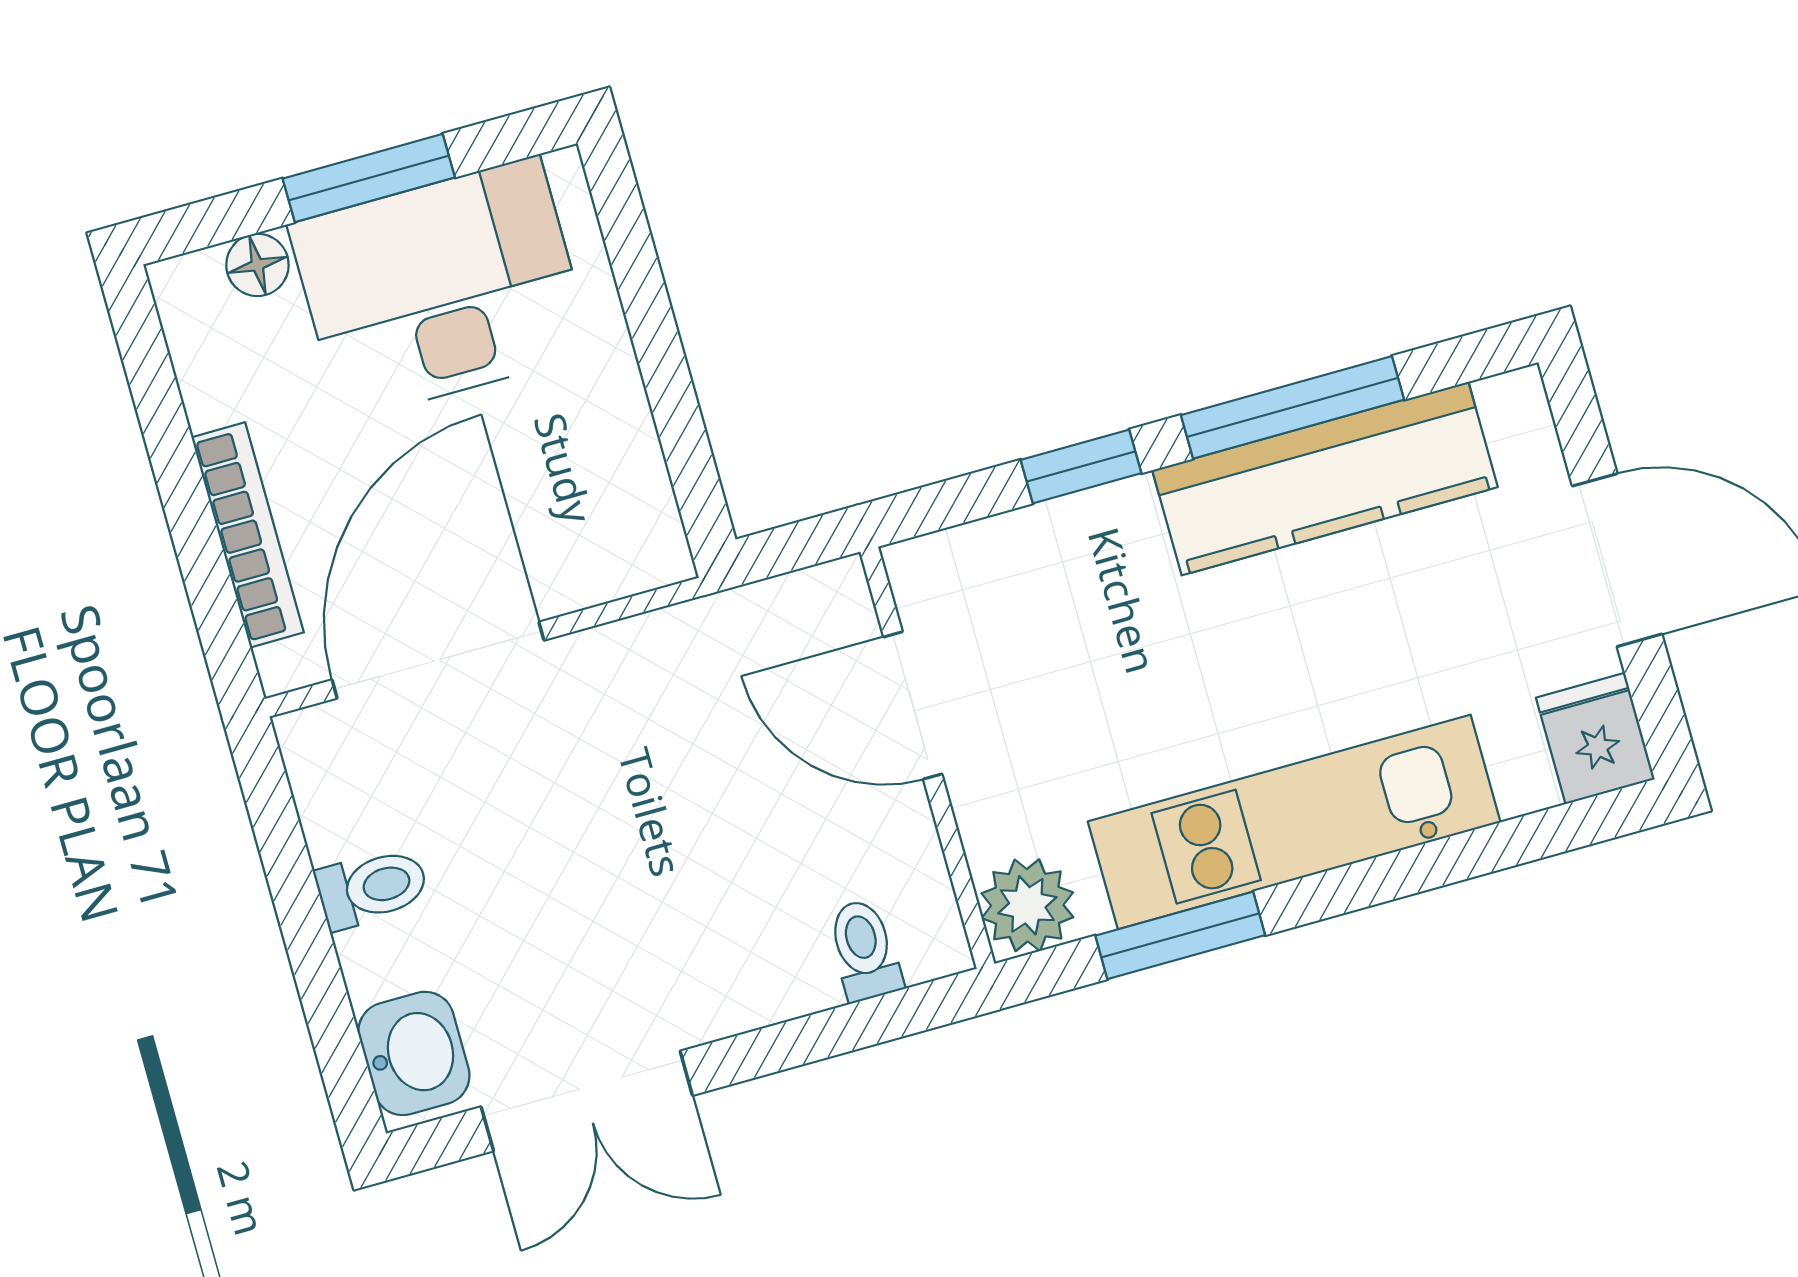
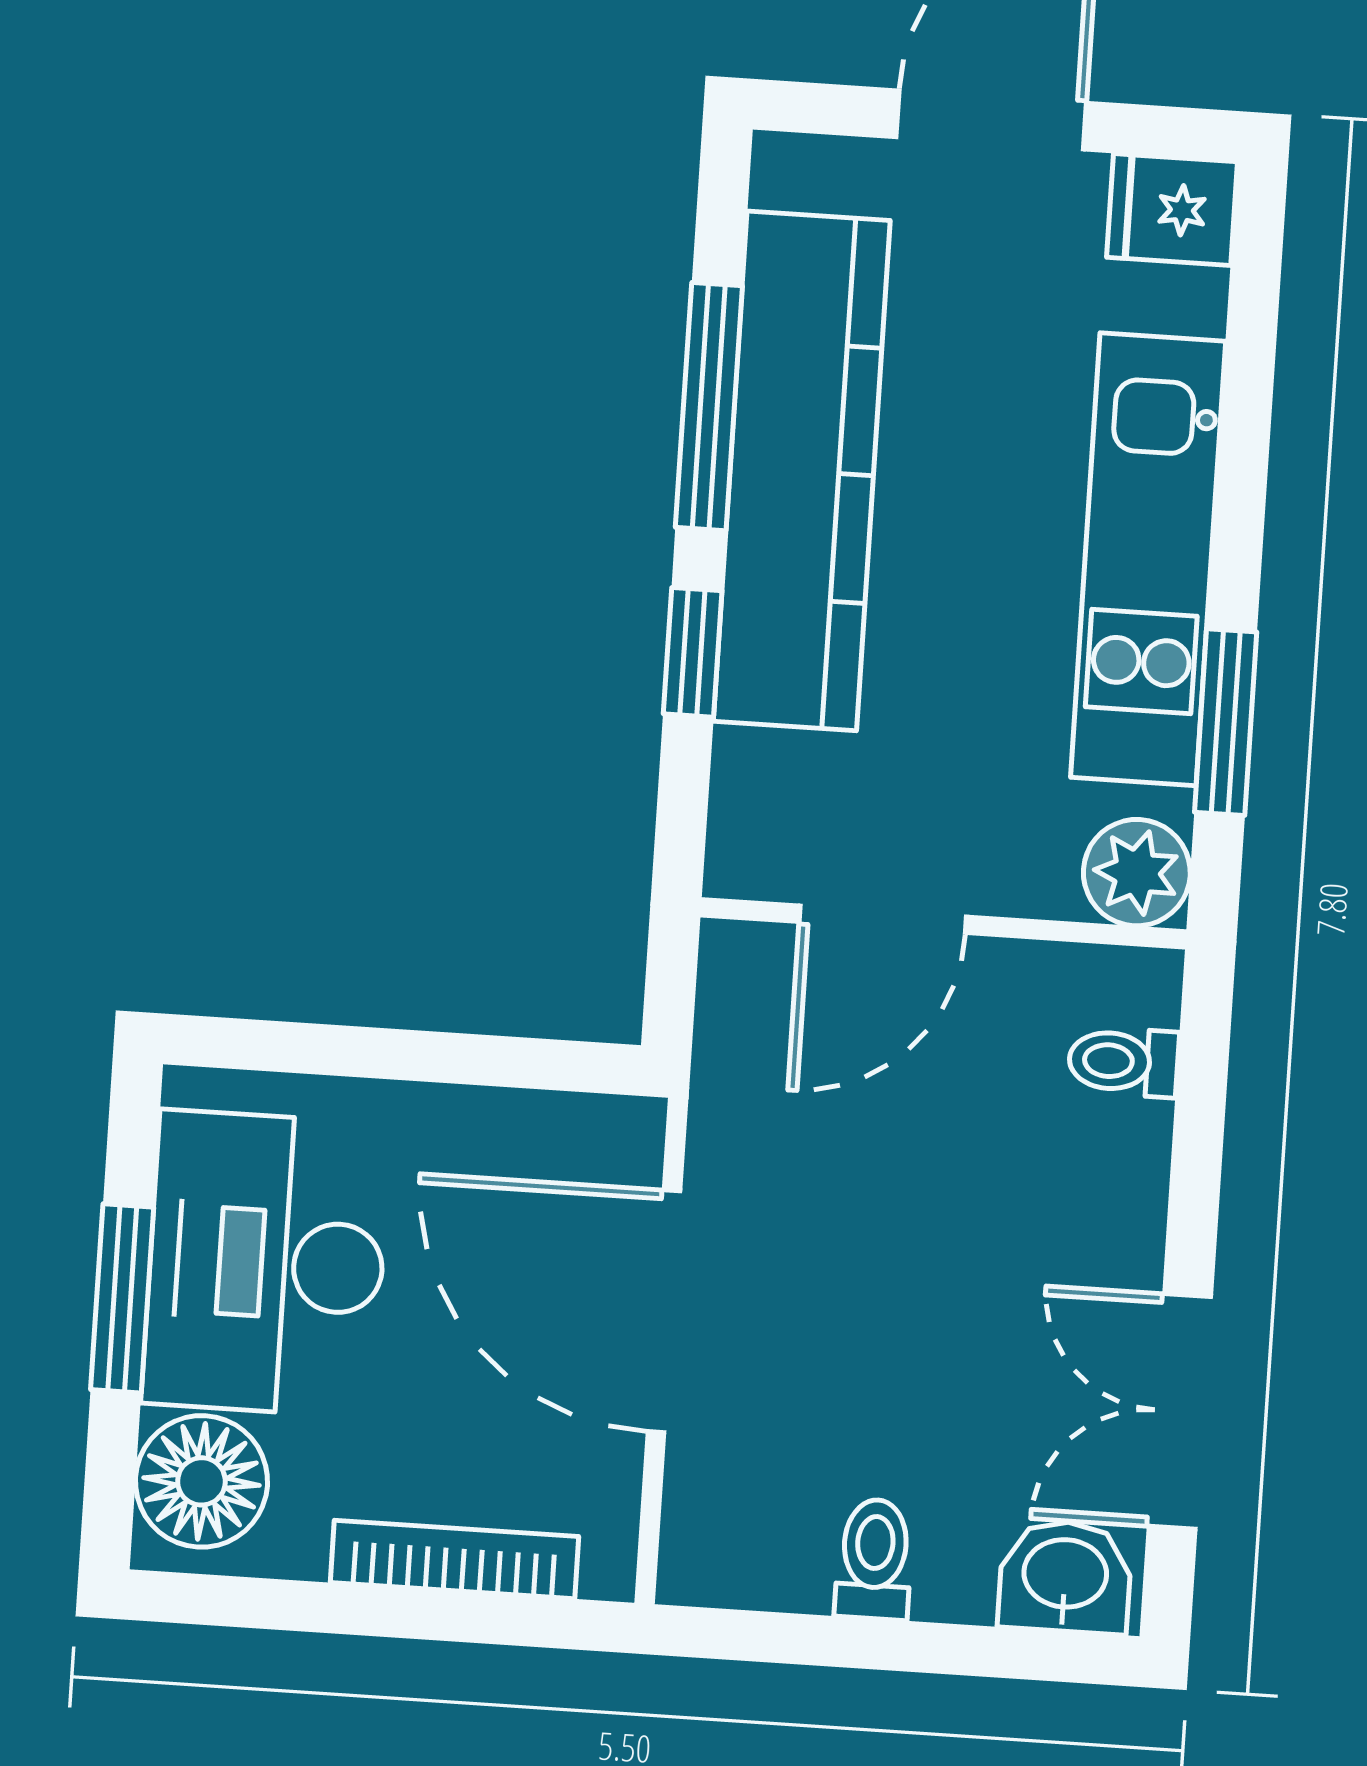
floor lamp: (257, 265) -> (201, 1481), width x1.89, depth x1.89
kitchen counter: (1325, 479) -> (802, 471), width x1.39, depth x1.17
door: (438, 660) -> (664, 1311), moved
double door: (587, 1101) -> (1180, 1412), swing flipped

